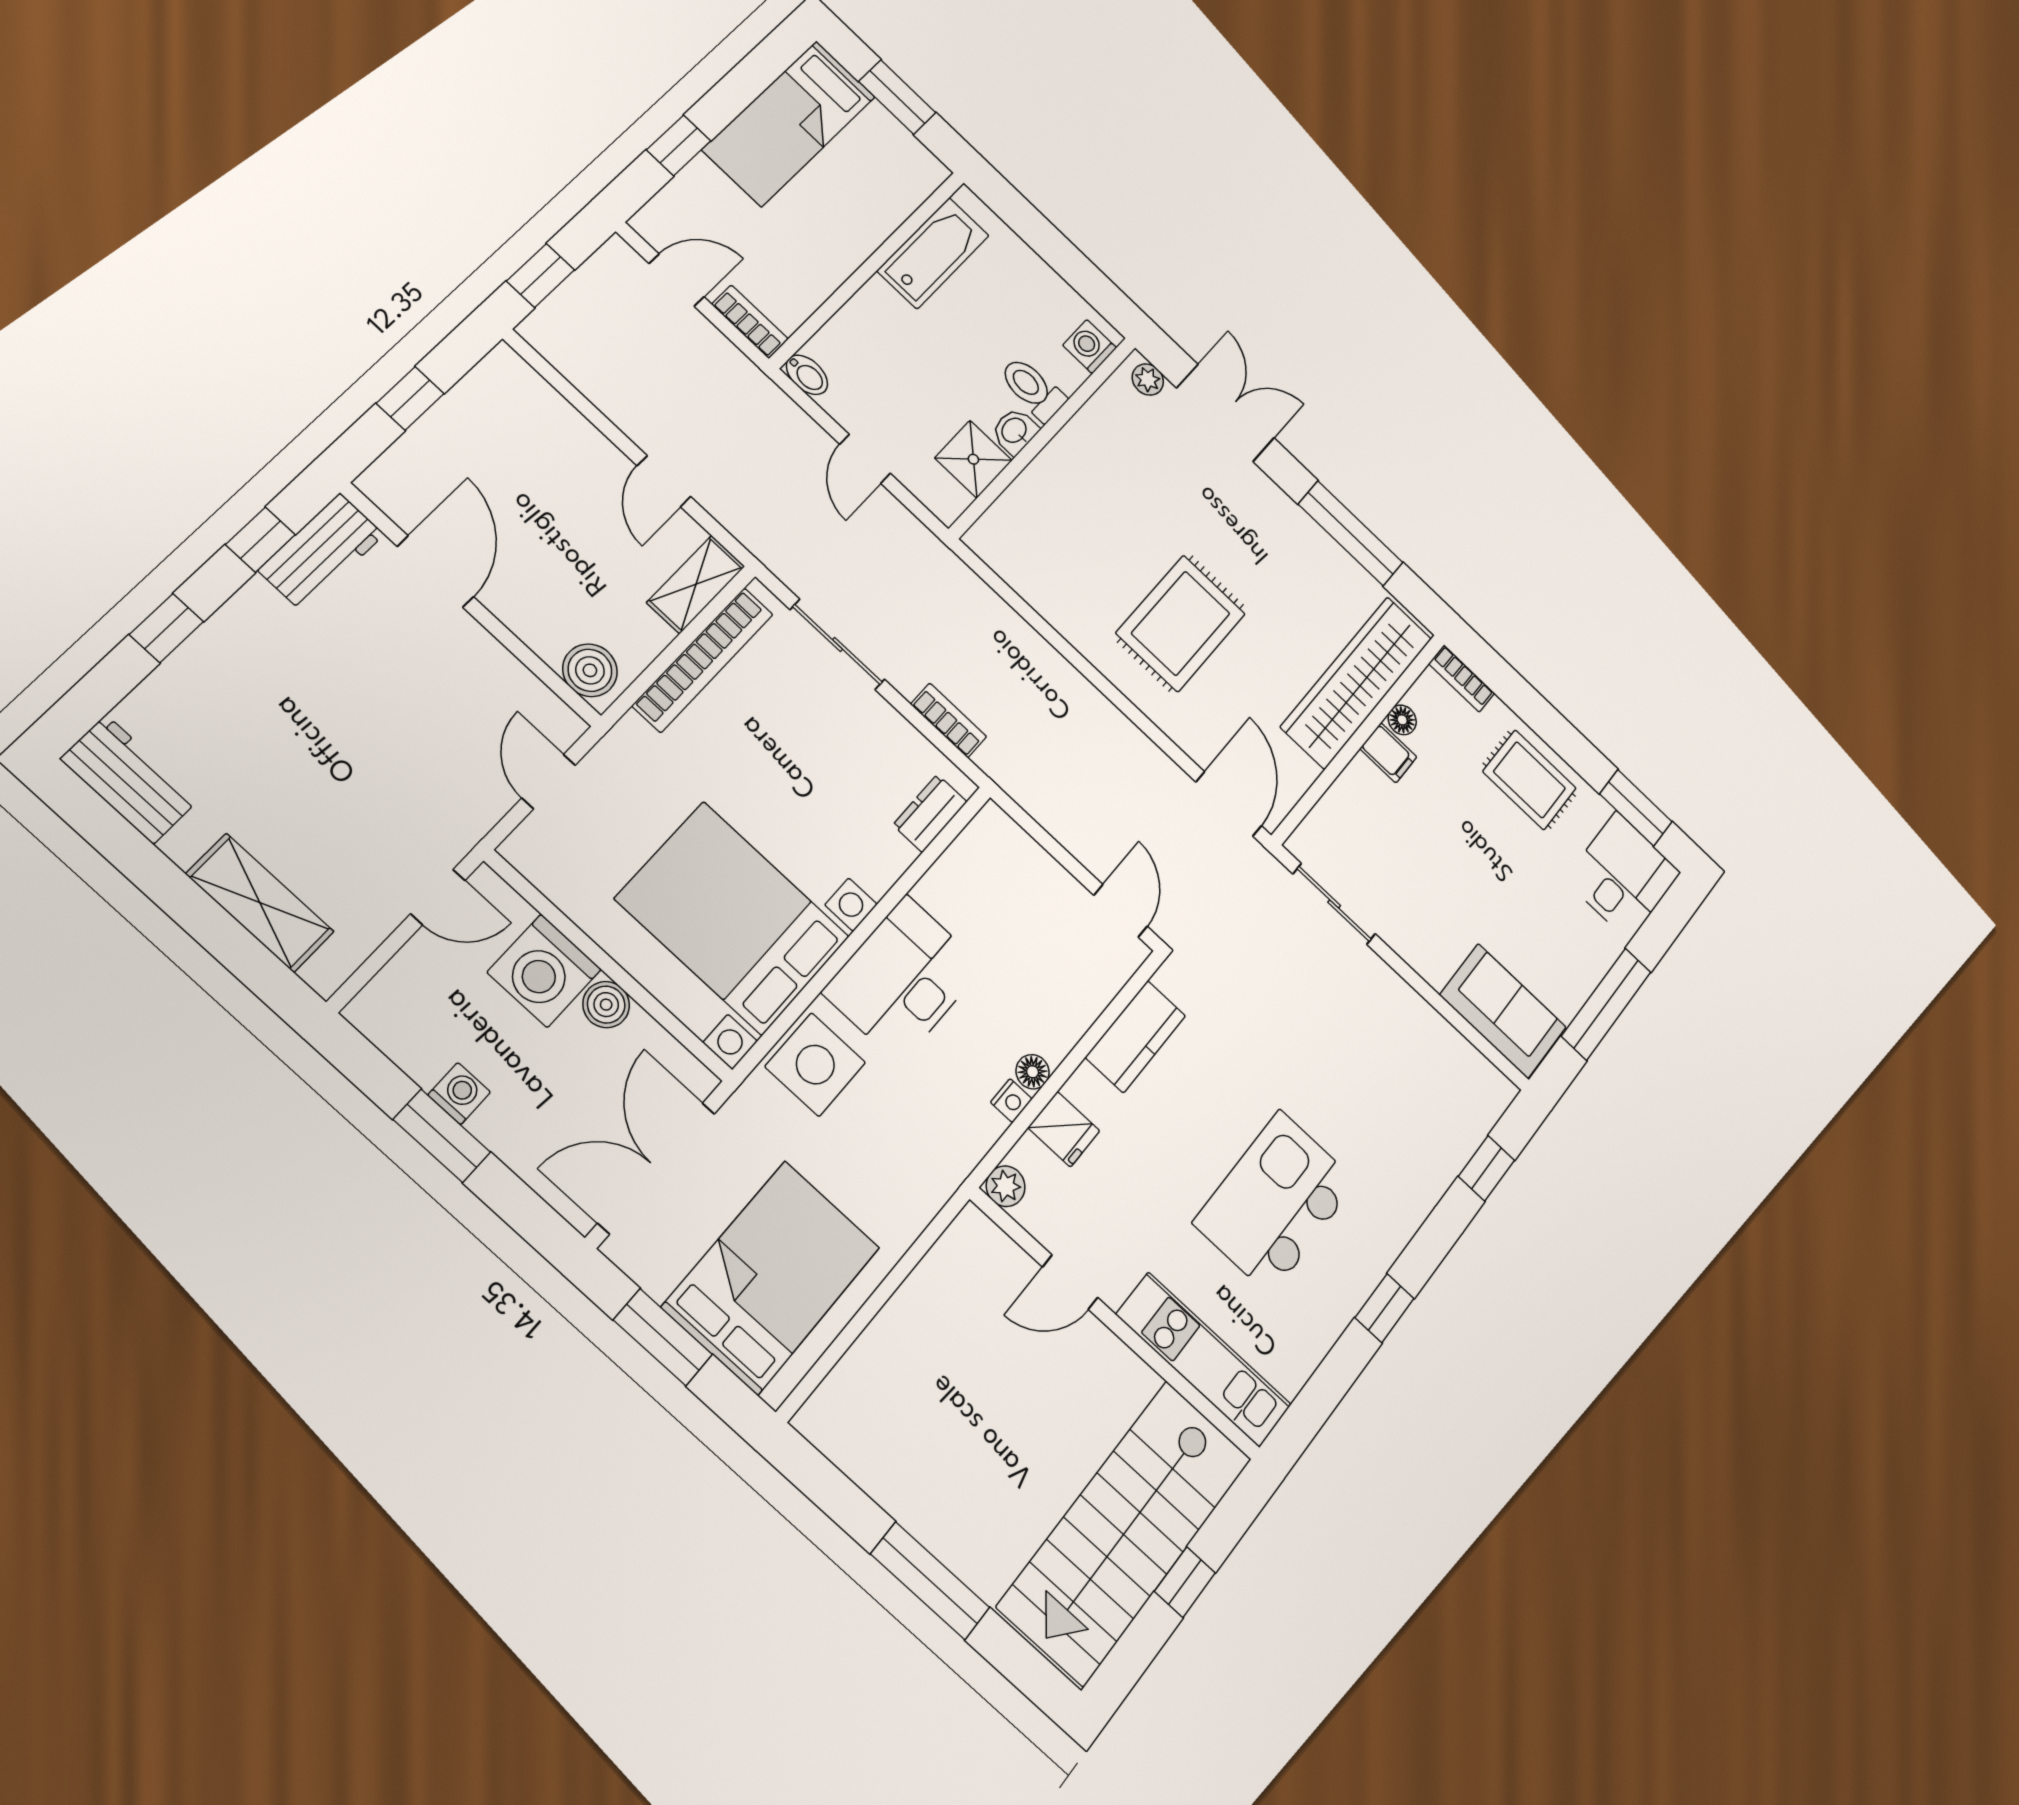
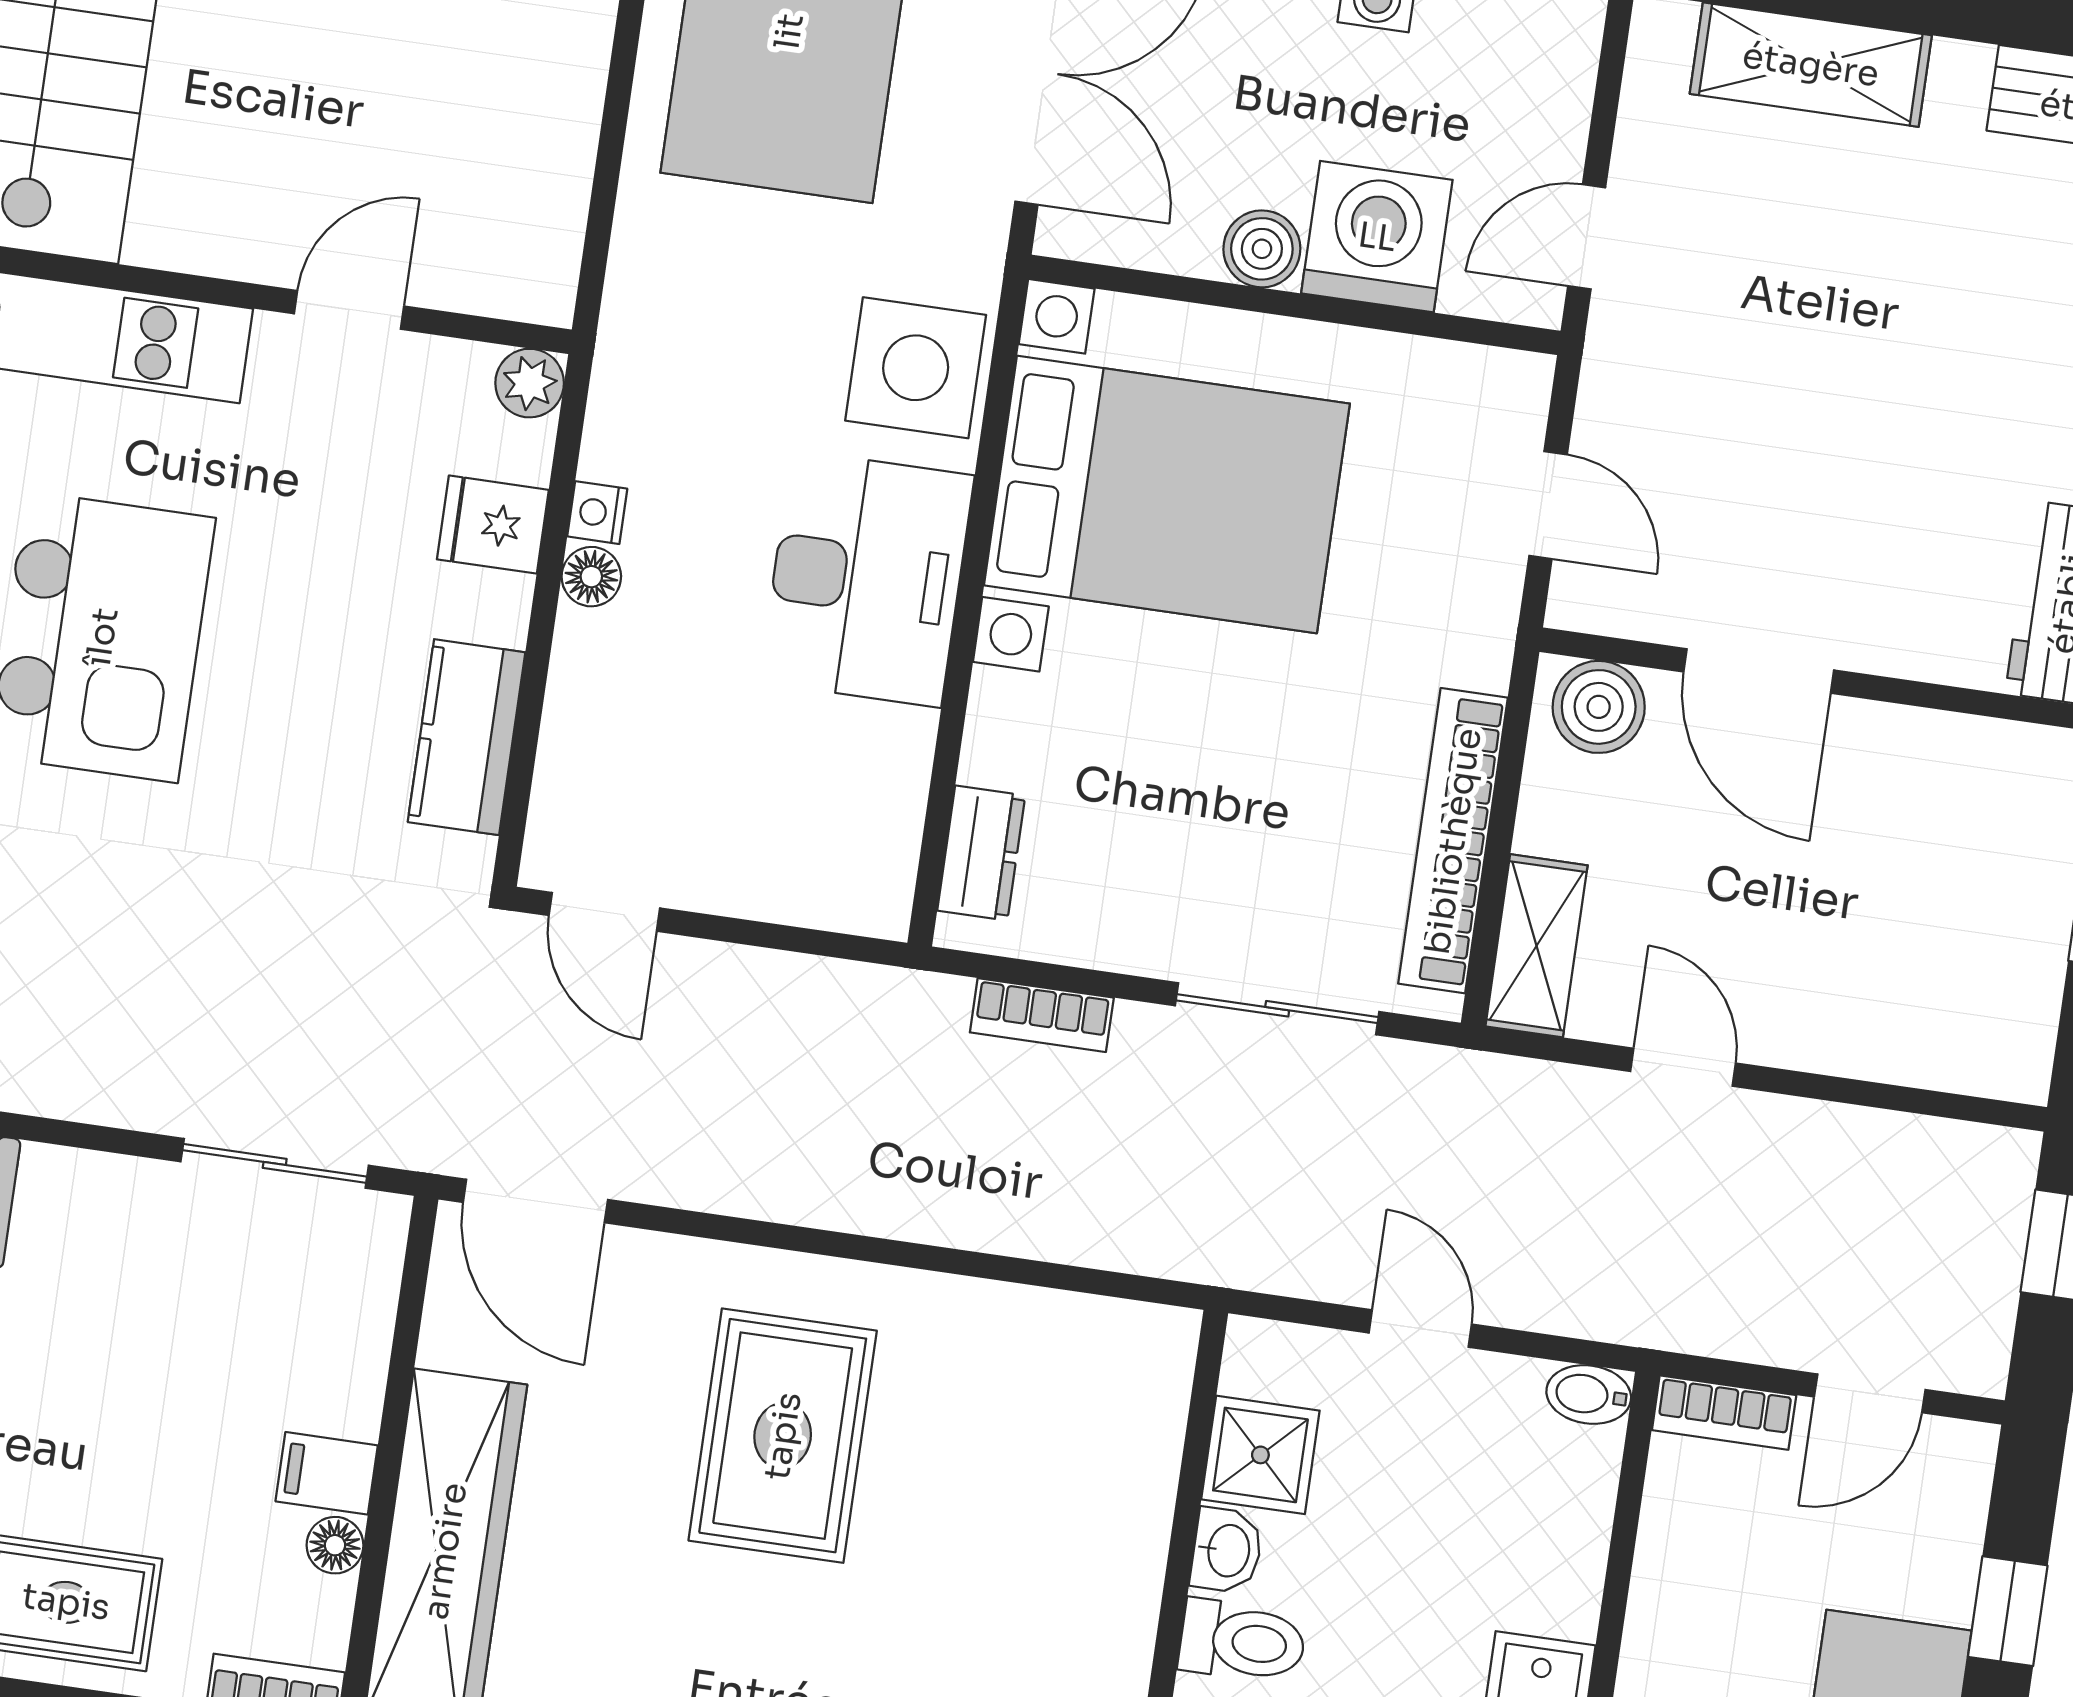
door: (435, 572) -> (1759, 671), moved

